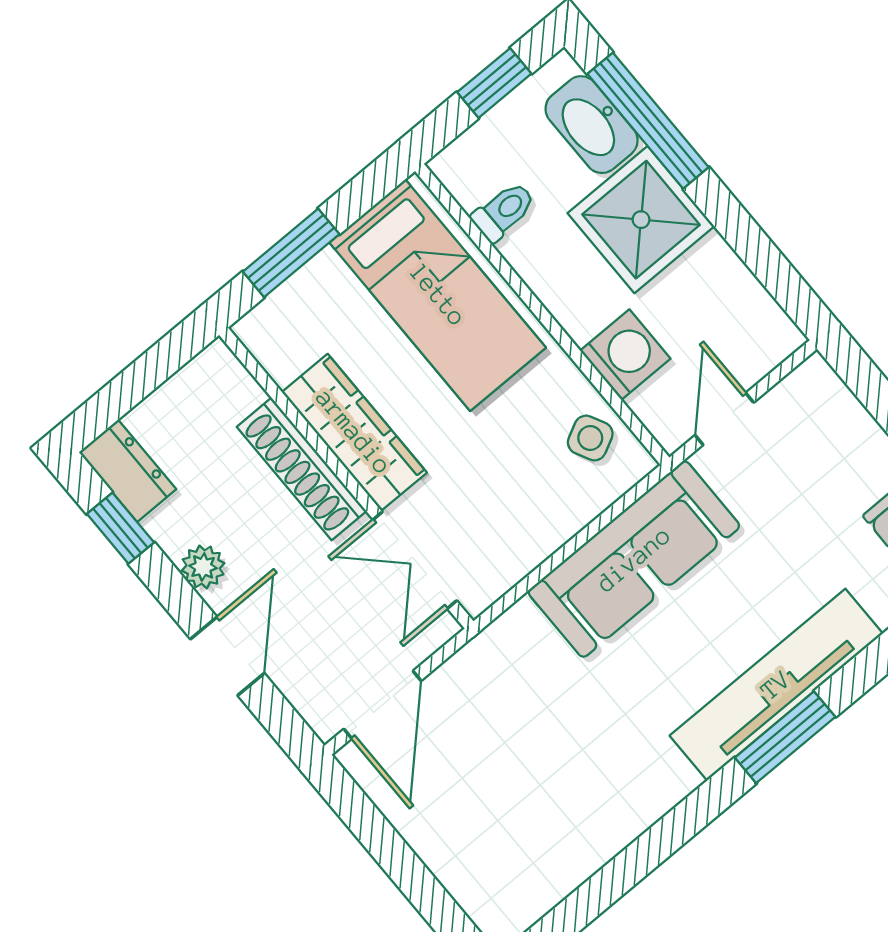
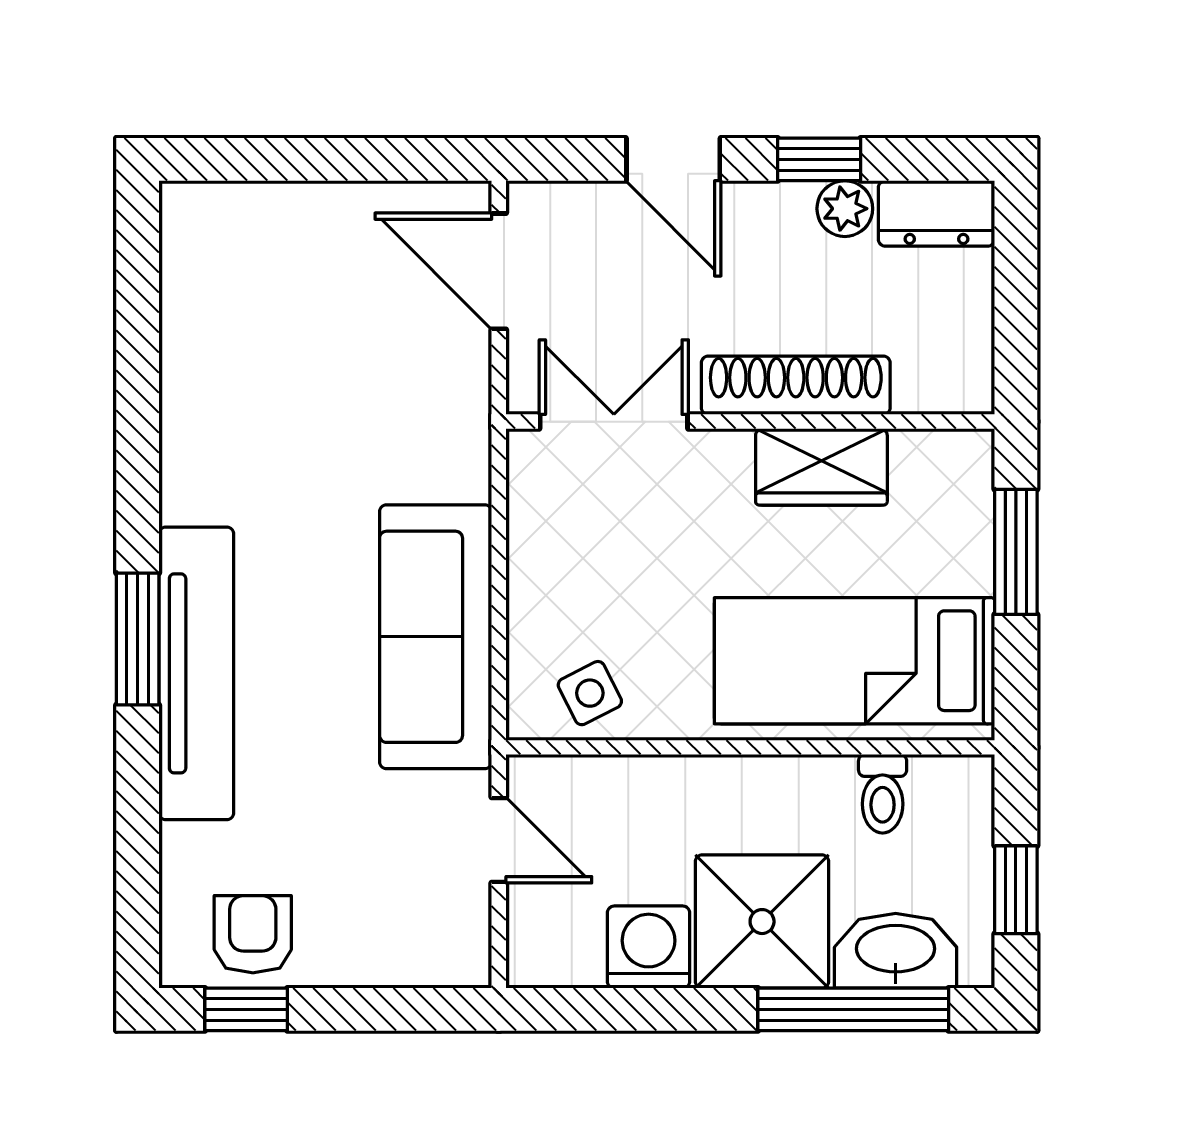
washing machine: (625, 355) -> (649, 947), moved, turned 180
wardrobe: (354, 432) -> (821, 467), width x0.67
window: (120, 528) -> (819, 159), moved
plant: (203, 567) -> (845, 209), moved

